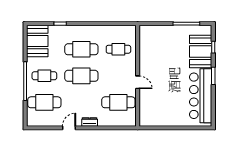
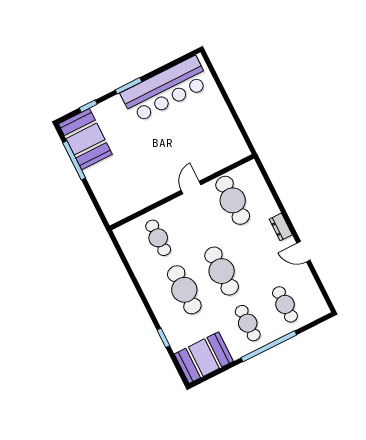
booth: (201, 52) -> (85, 139), moved, turned 90
cafe table: (44, 102) -> (285, 304), width x0.73, depth x0.74

